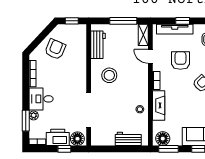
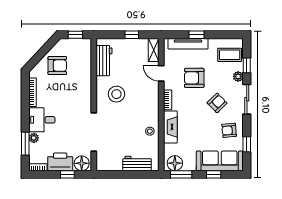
window: (123, 21) -> (132, 35), width x0.46
armchair: (55, 49) -> (57, 66), turned 67
armchair: (180, 60) -> (194, 78), turned -90

